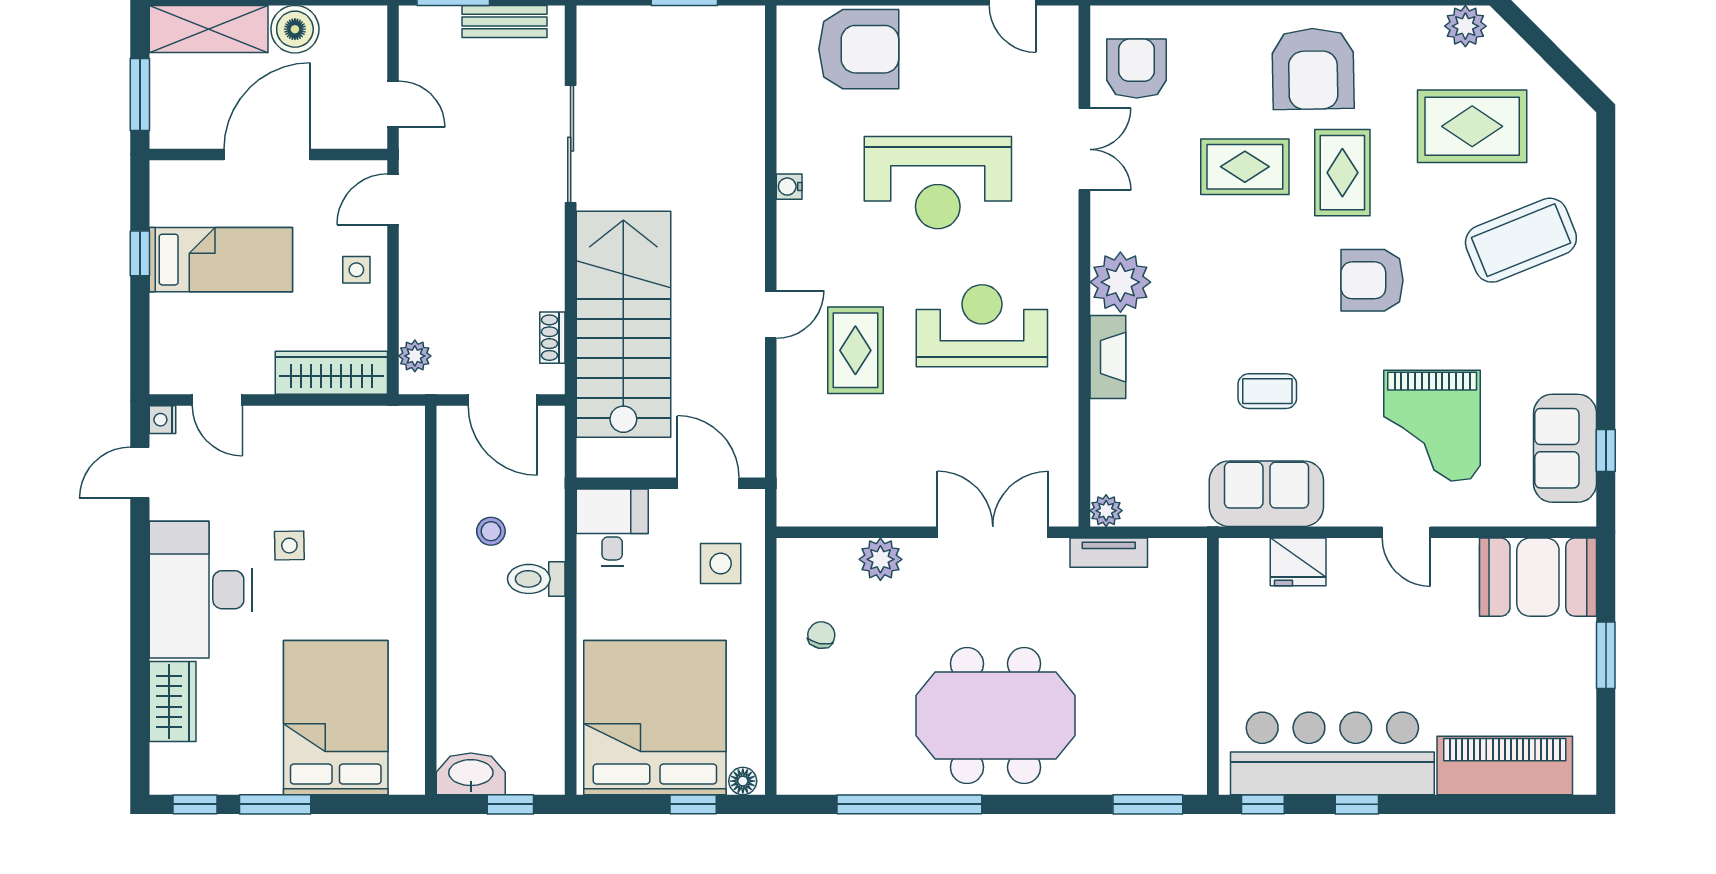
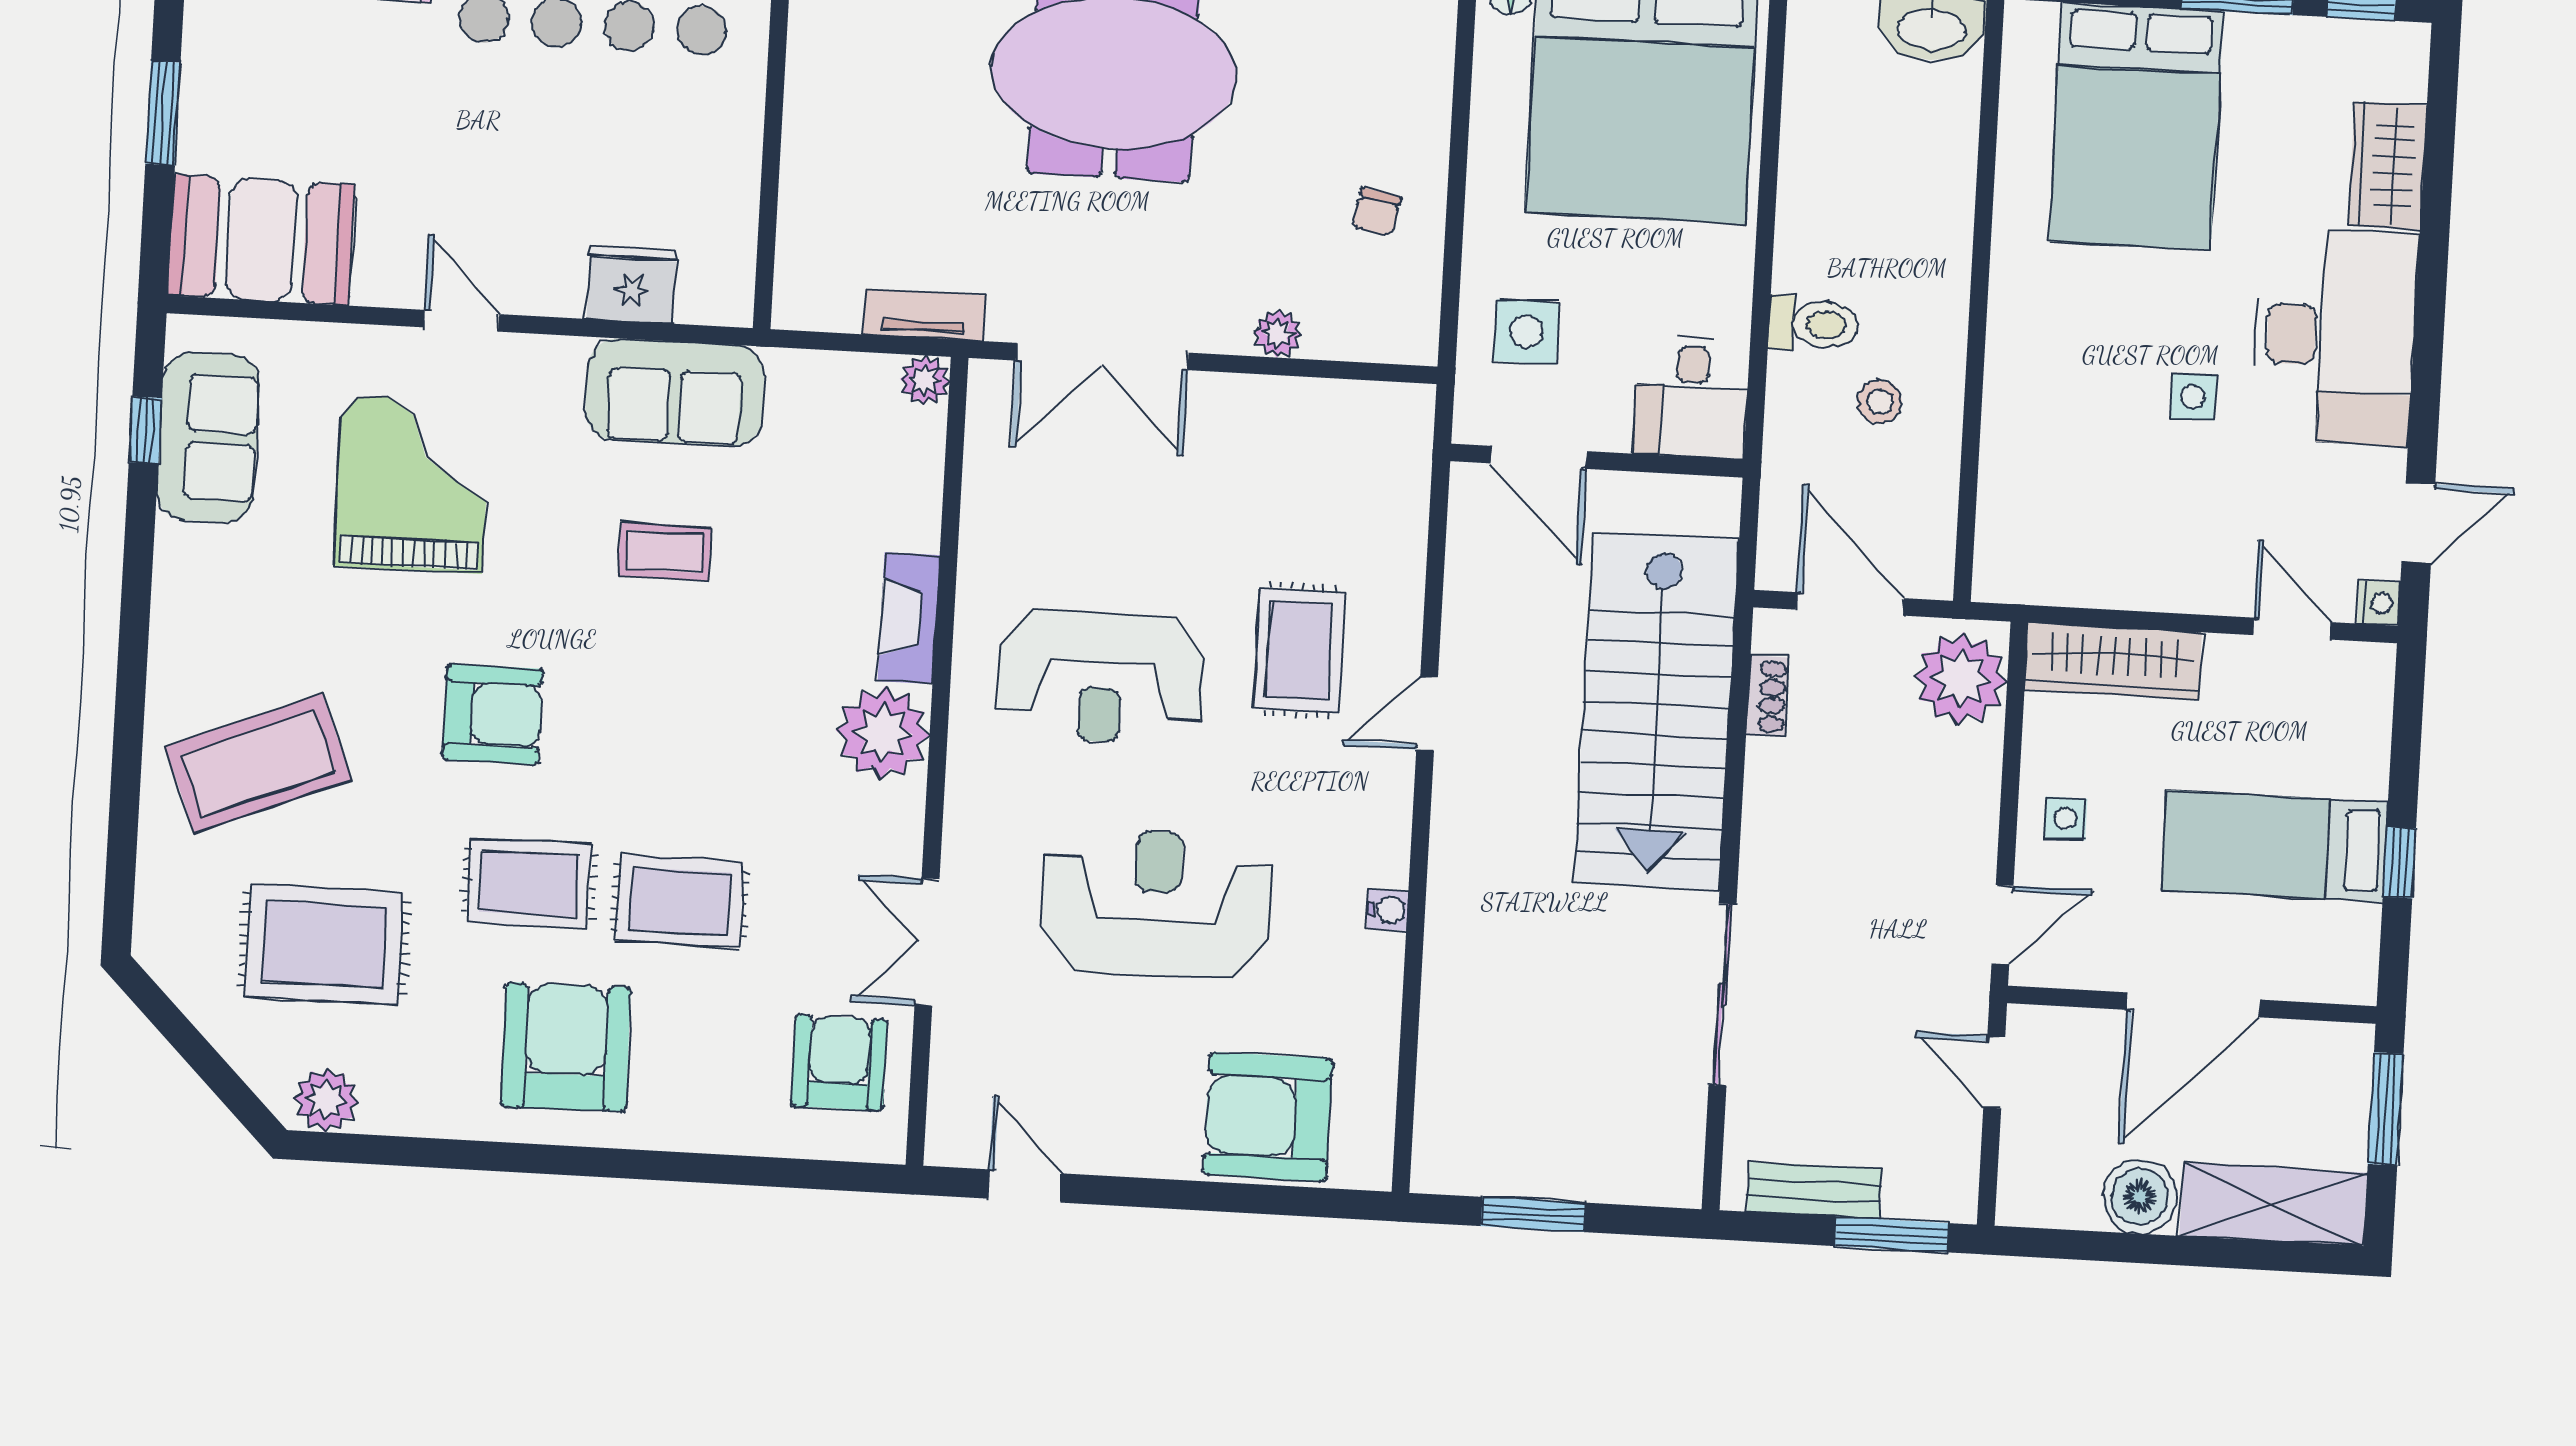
armchair: (1137, 68) -> (839, 1063), turned 180
rug: (1342, 173) -> (529, 884), turned 90
plant: (415, 356) -> (1961, 679), width x1.88, depth x1.88
plant: (880, 559) -> (1278, 333), width x0.73, depth x0.73

